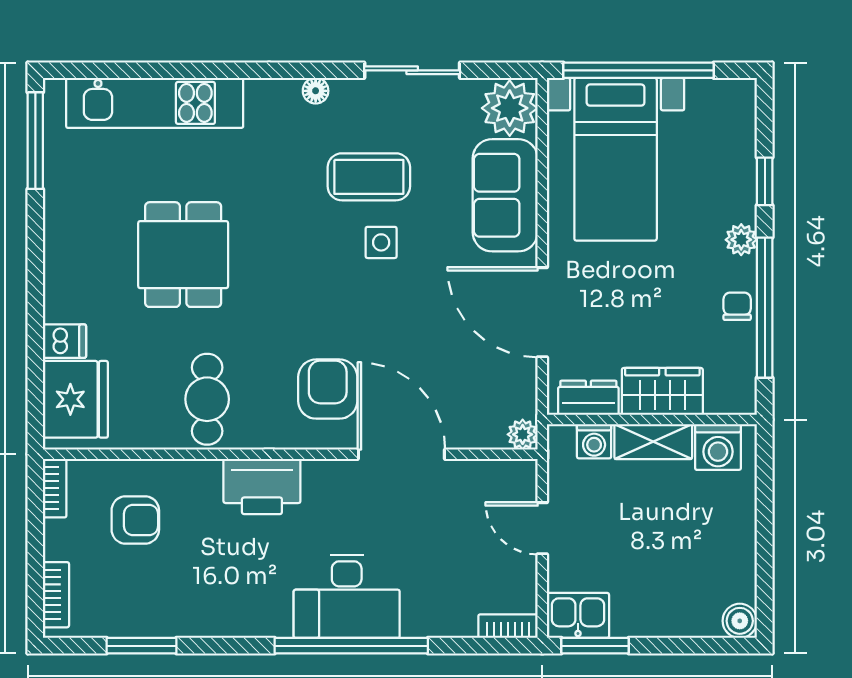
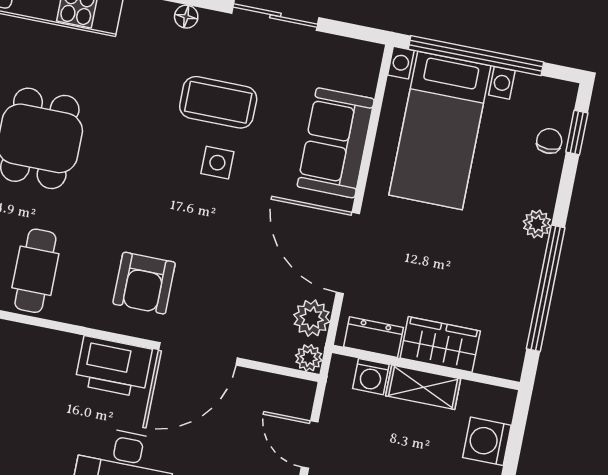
plant: (510, 108) -> (312, 318), moved, width x0.73, depth x0.73
window: (765, 181) -> (577, 133), moved
chair: (737, 306) -> (549, 141), moved
armchair: (328, 389) -> (144, 283), turned 180
washing machine: (718, 447) -> (487, 441), moved, turned 90
door: (401, 454) -> (198, 354), swing flipped
printer: (262, 486) -> (113, 367), moved

